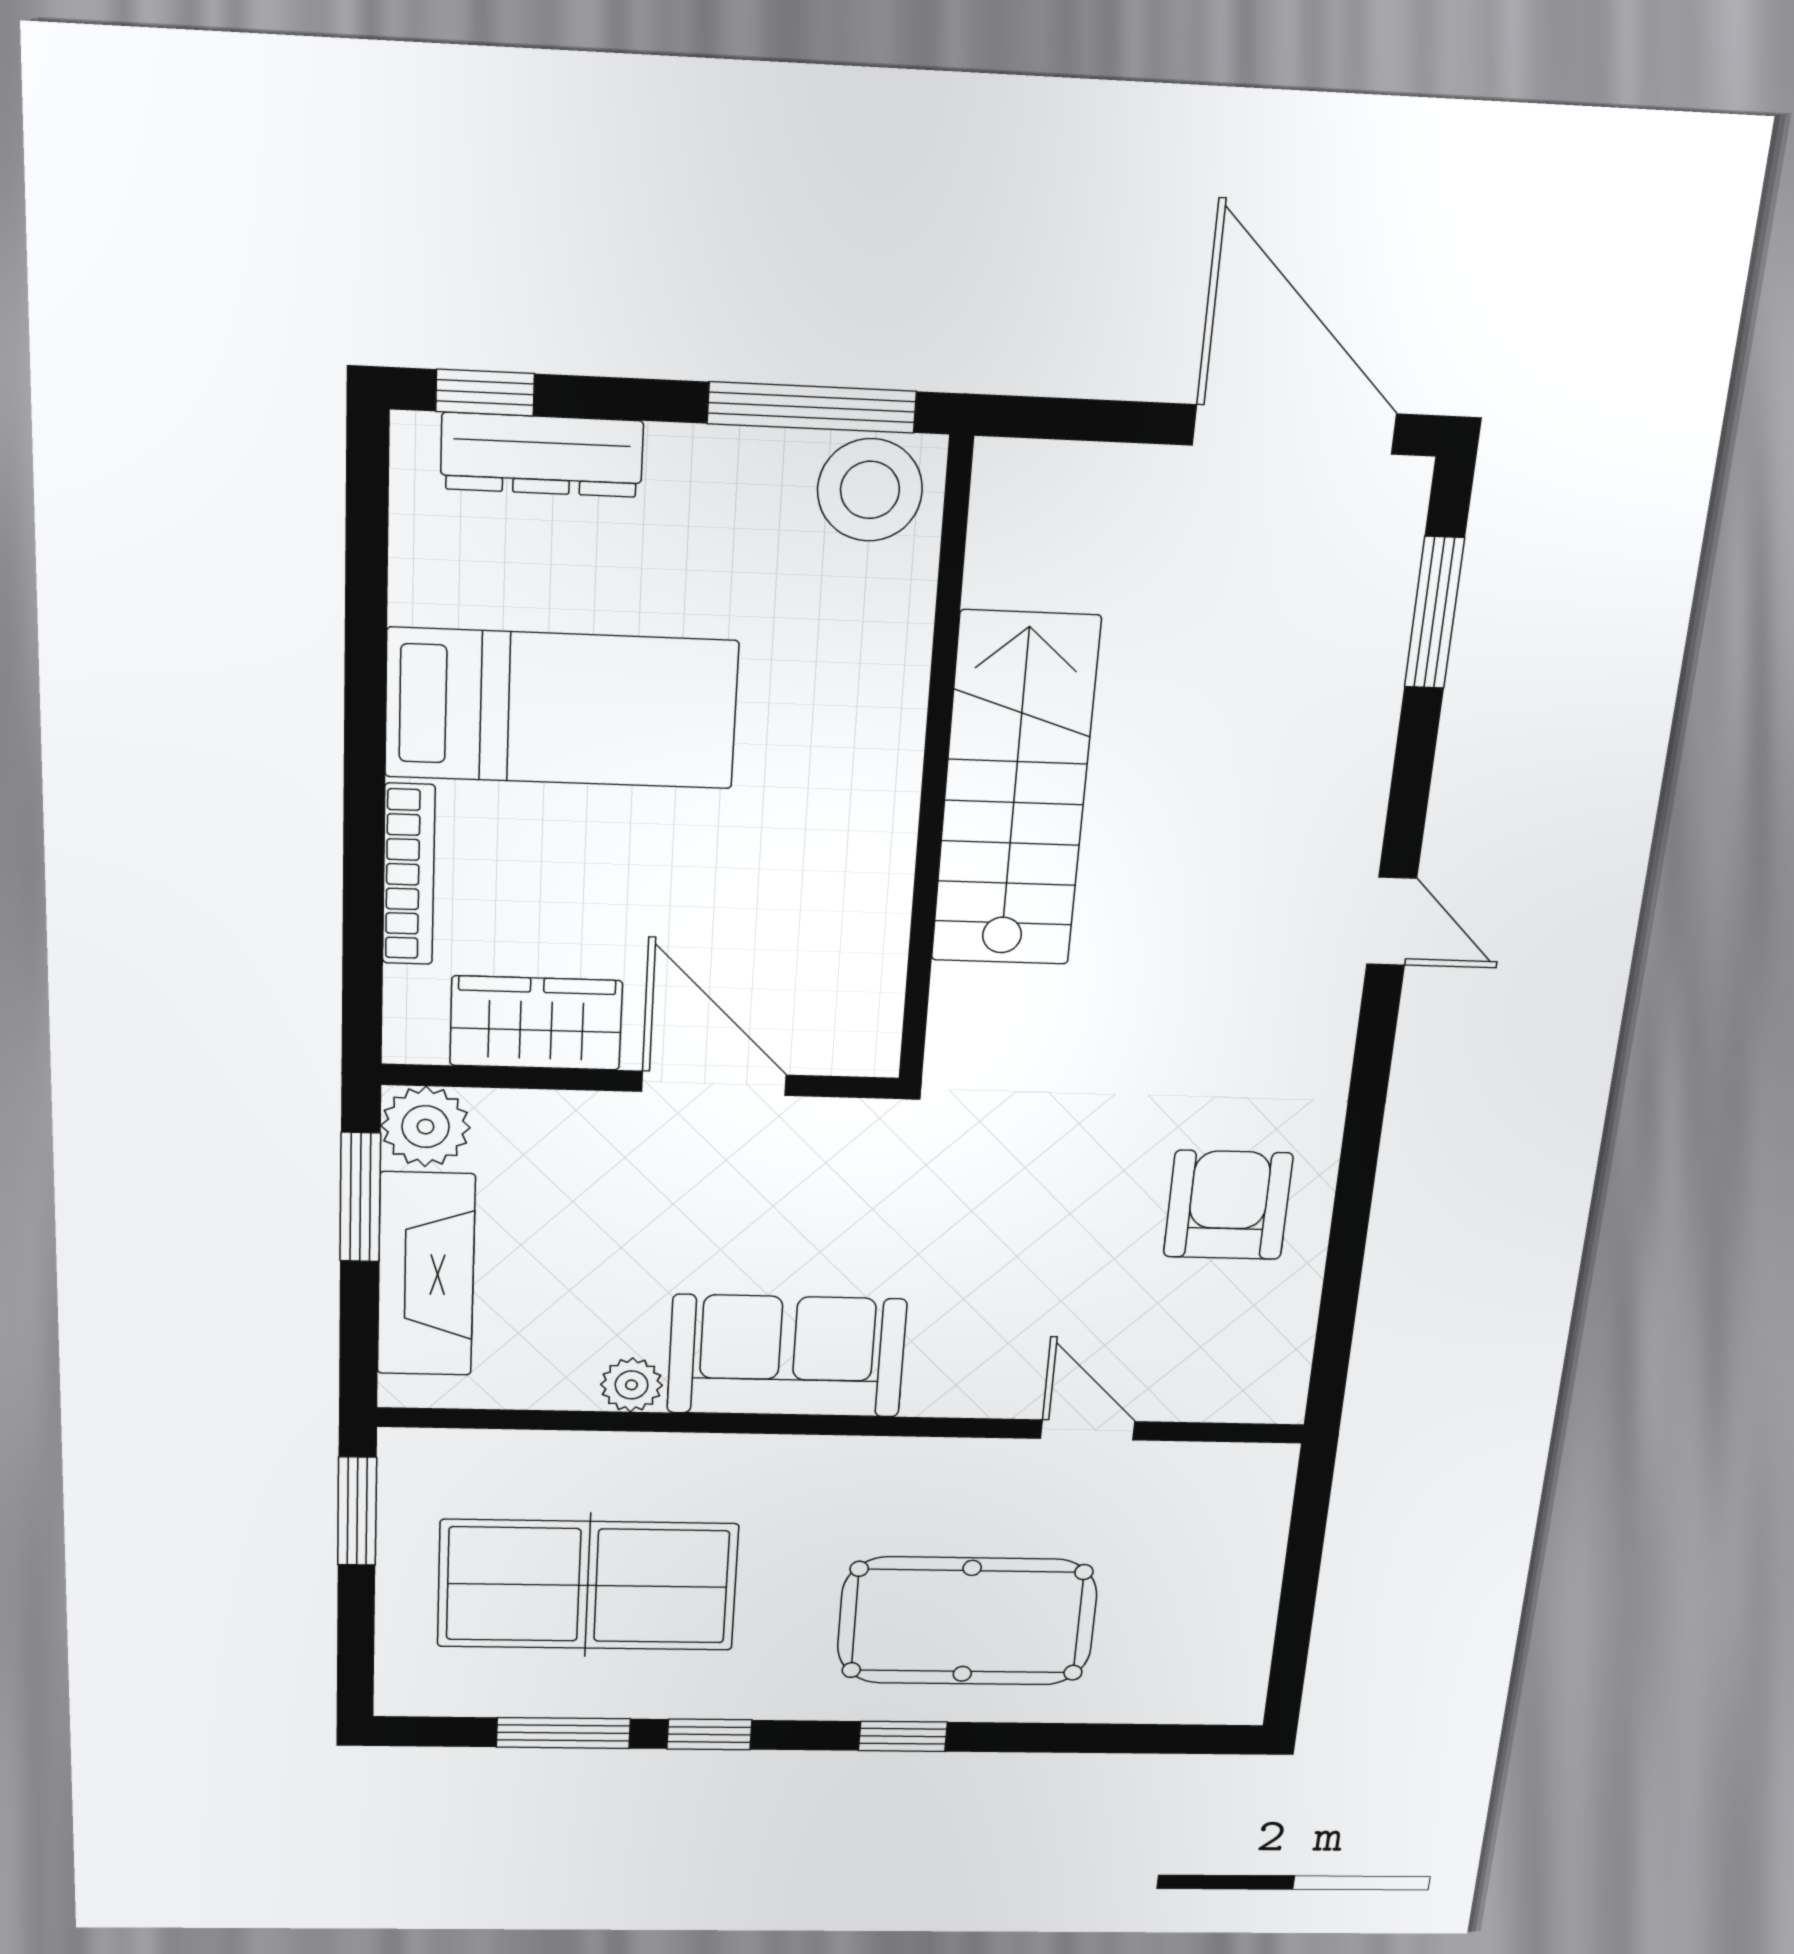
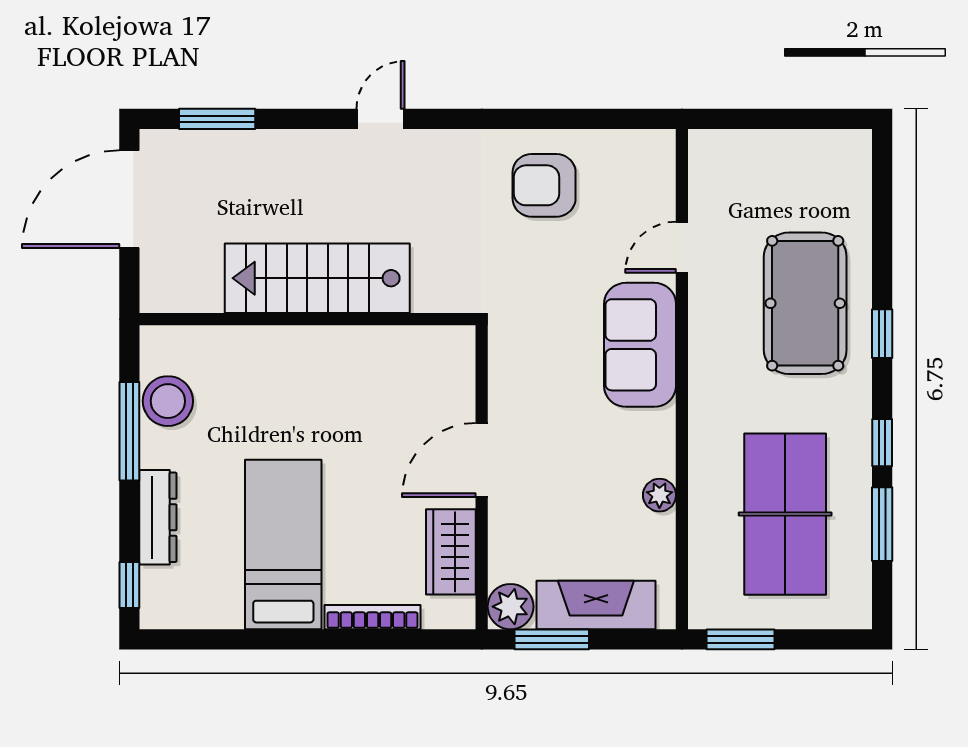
dresser: (542, 455) -> (158, 517), moved
wall: (935, 769) -> (308, 319), moved
stairs: (1015, 791) -> (317, 278), moved
sofa: (787, 1356) -> (640, 345), moved

